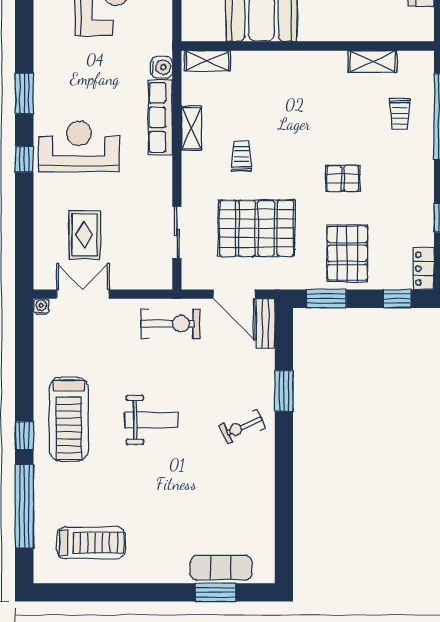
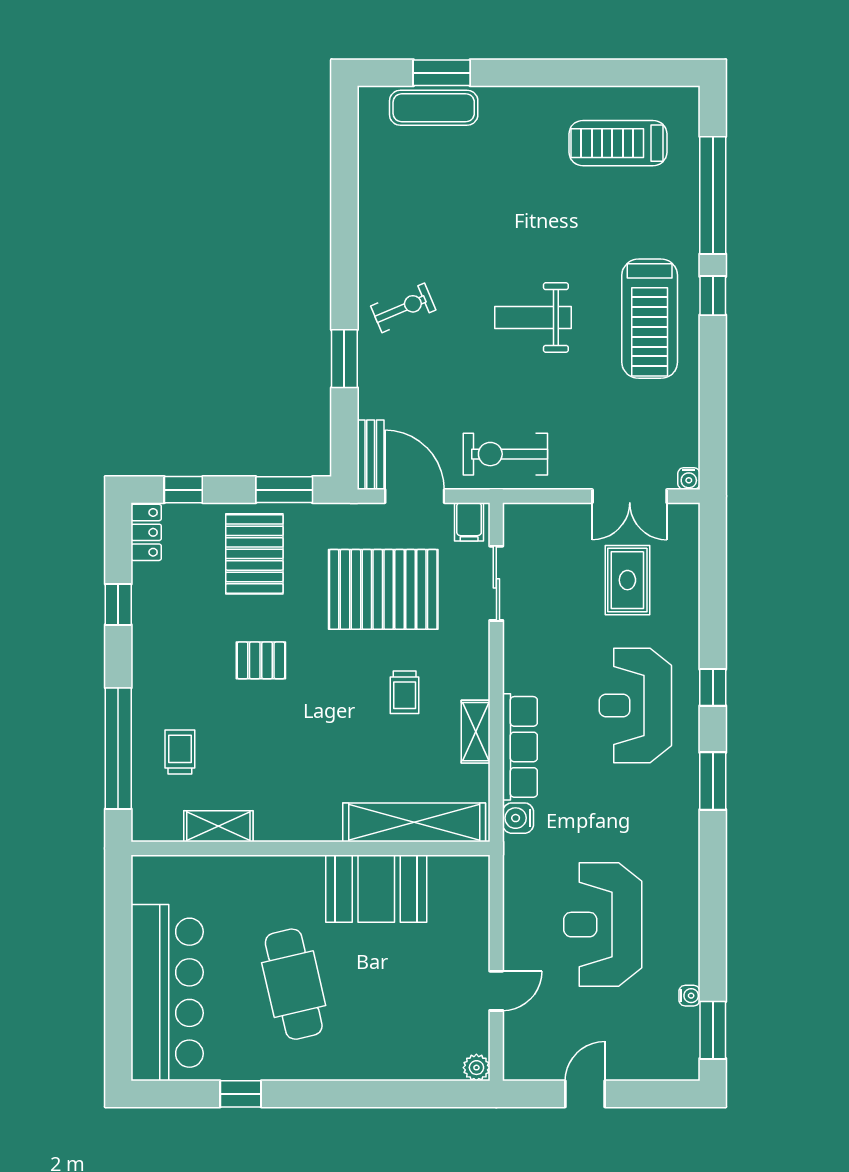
shelving: (207, 61) -> (414, 822), width x2.20, depth x1.33
reception desk: (79, 147) -> (635, 706), turned 90
filing cabinet: (196, 276) -> (469, 522), added
treadmill: (69, 419) -> (650, 319), turned 180

